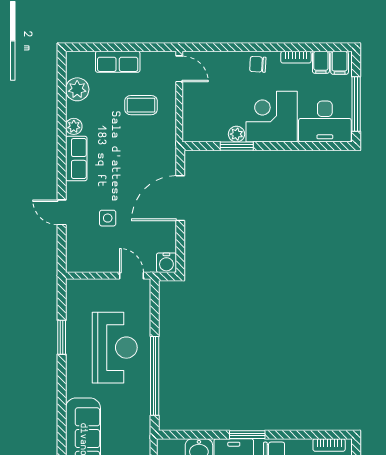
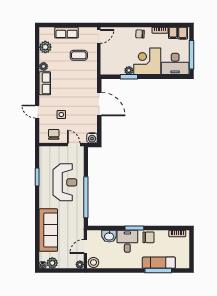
door: (179, 69) -> (99, 36), hinge flipped
door: (180, 198) -> (99, 104), swing flipped
chair: (93, 256) -> (54, 134), added

